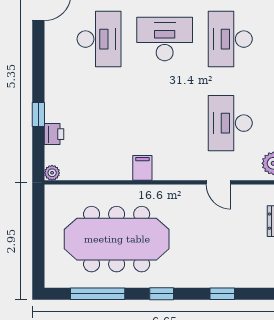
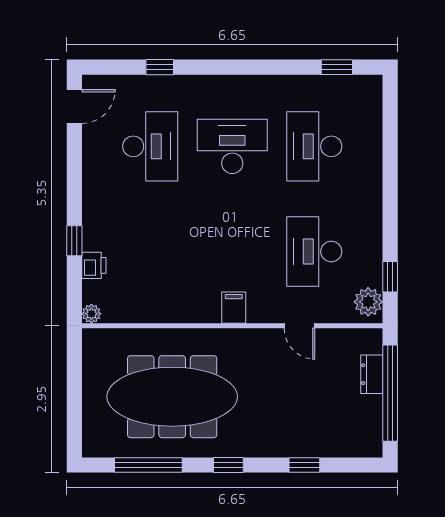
filing cabinet: (142, 168) -> (234, 308), moved

